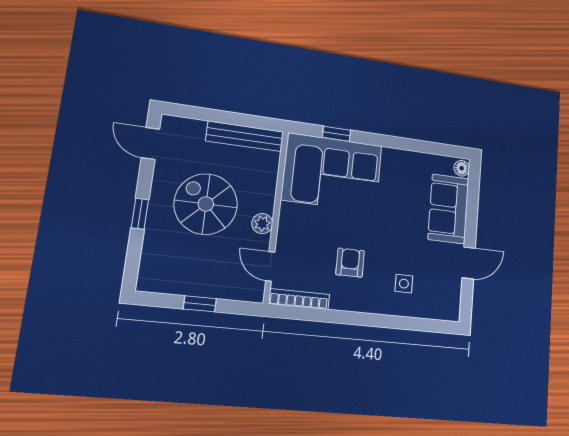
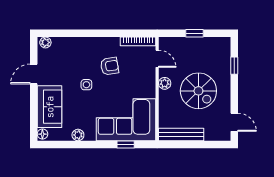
plant: (409, 159) -> (78, 135), added
window: (140, 214) -> (234, 66), moved
armchair: (350, 263) -> (109, 66), turned -99
side table: (404, 284) -> (86, 85), moved
plant: (448, 312) -> (45, 42), added

